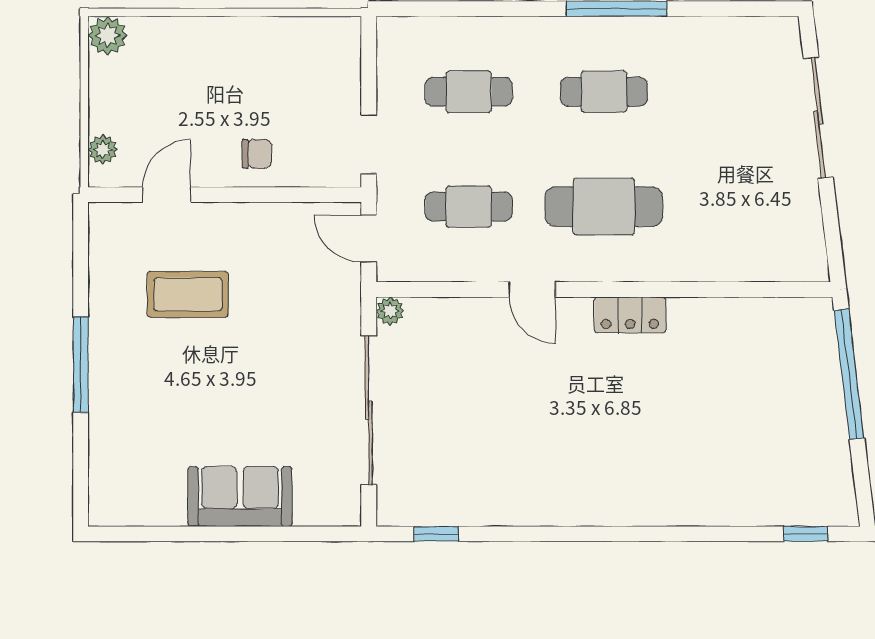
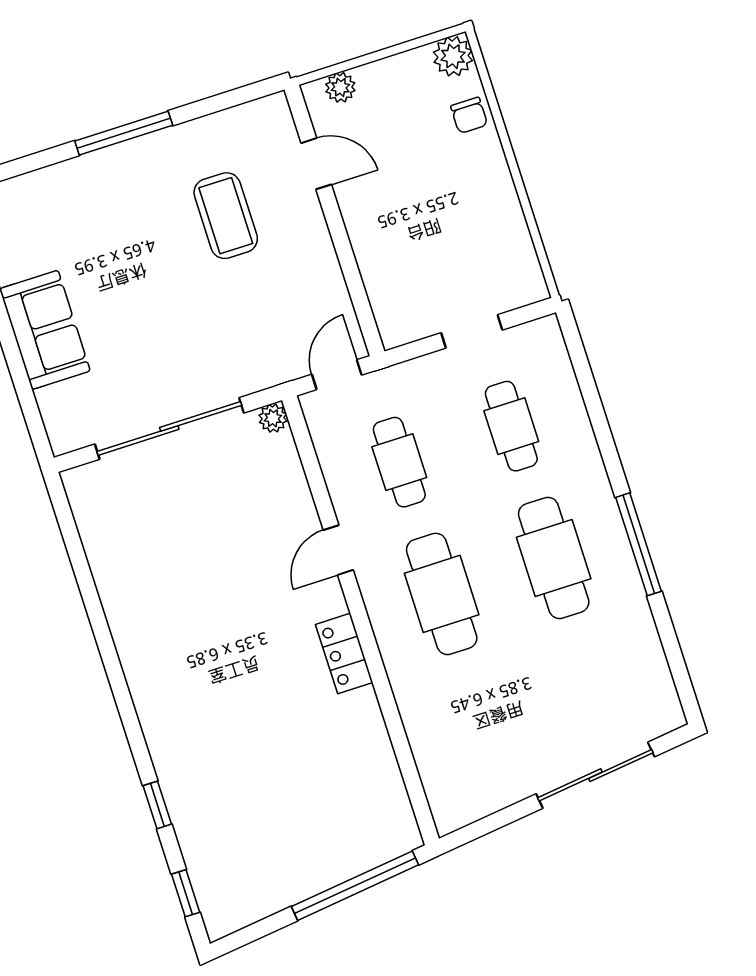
cafe table: (604, 92) -> (554, 558), width x1.37, depth x1.35
doorway: (369, 144) -> (472, 331), moved
chair: (257, 154) -> (469, 115), moved
window: (436, 534) -> (157, 805), moved

